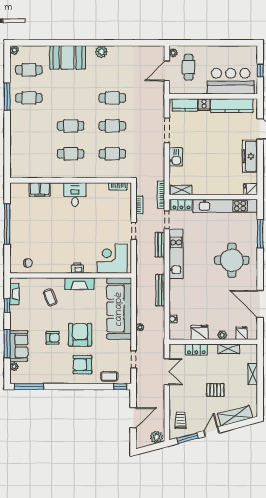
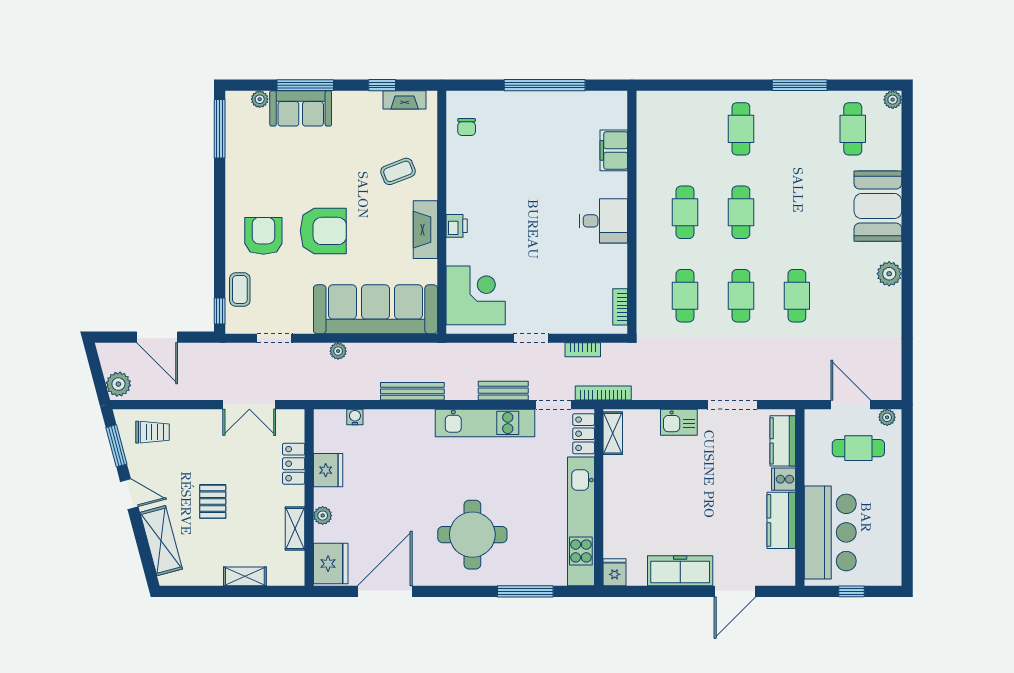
cafe table: (29, 98) -> (741, 129), moved
kitchen counter: (232, 106) -> (781, 520), width x0.67
fridge: (242, 333) -> (331, 564), width x1.88, depth x1.34
armchair: (53, 338) -> (317, 176), removed

